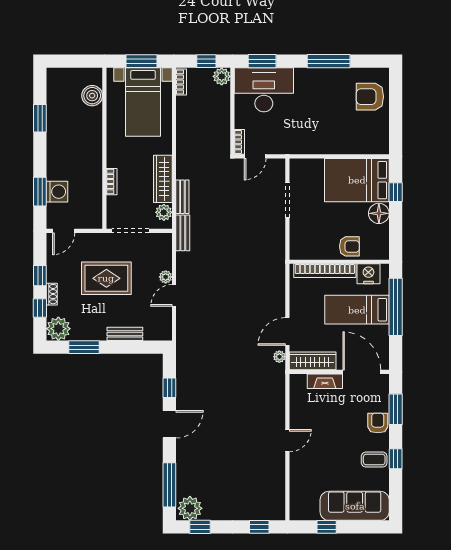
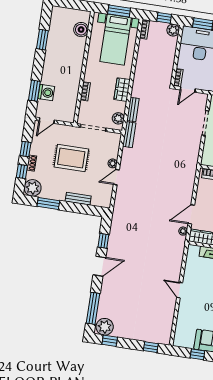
wardrobe: (163, 179) -> (122, 90), width x0.67
door: (287, 441) -> (180, 290), swing flipped

